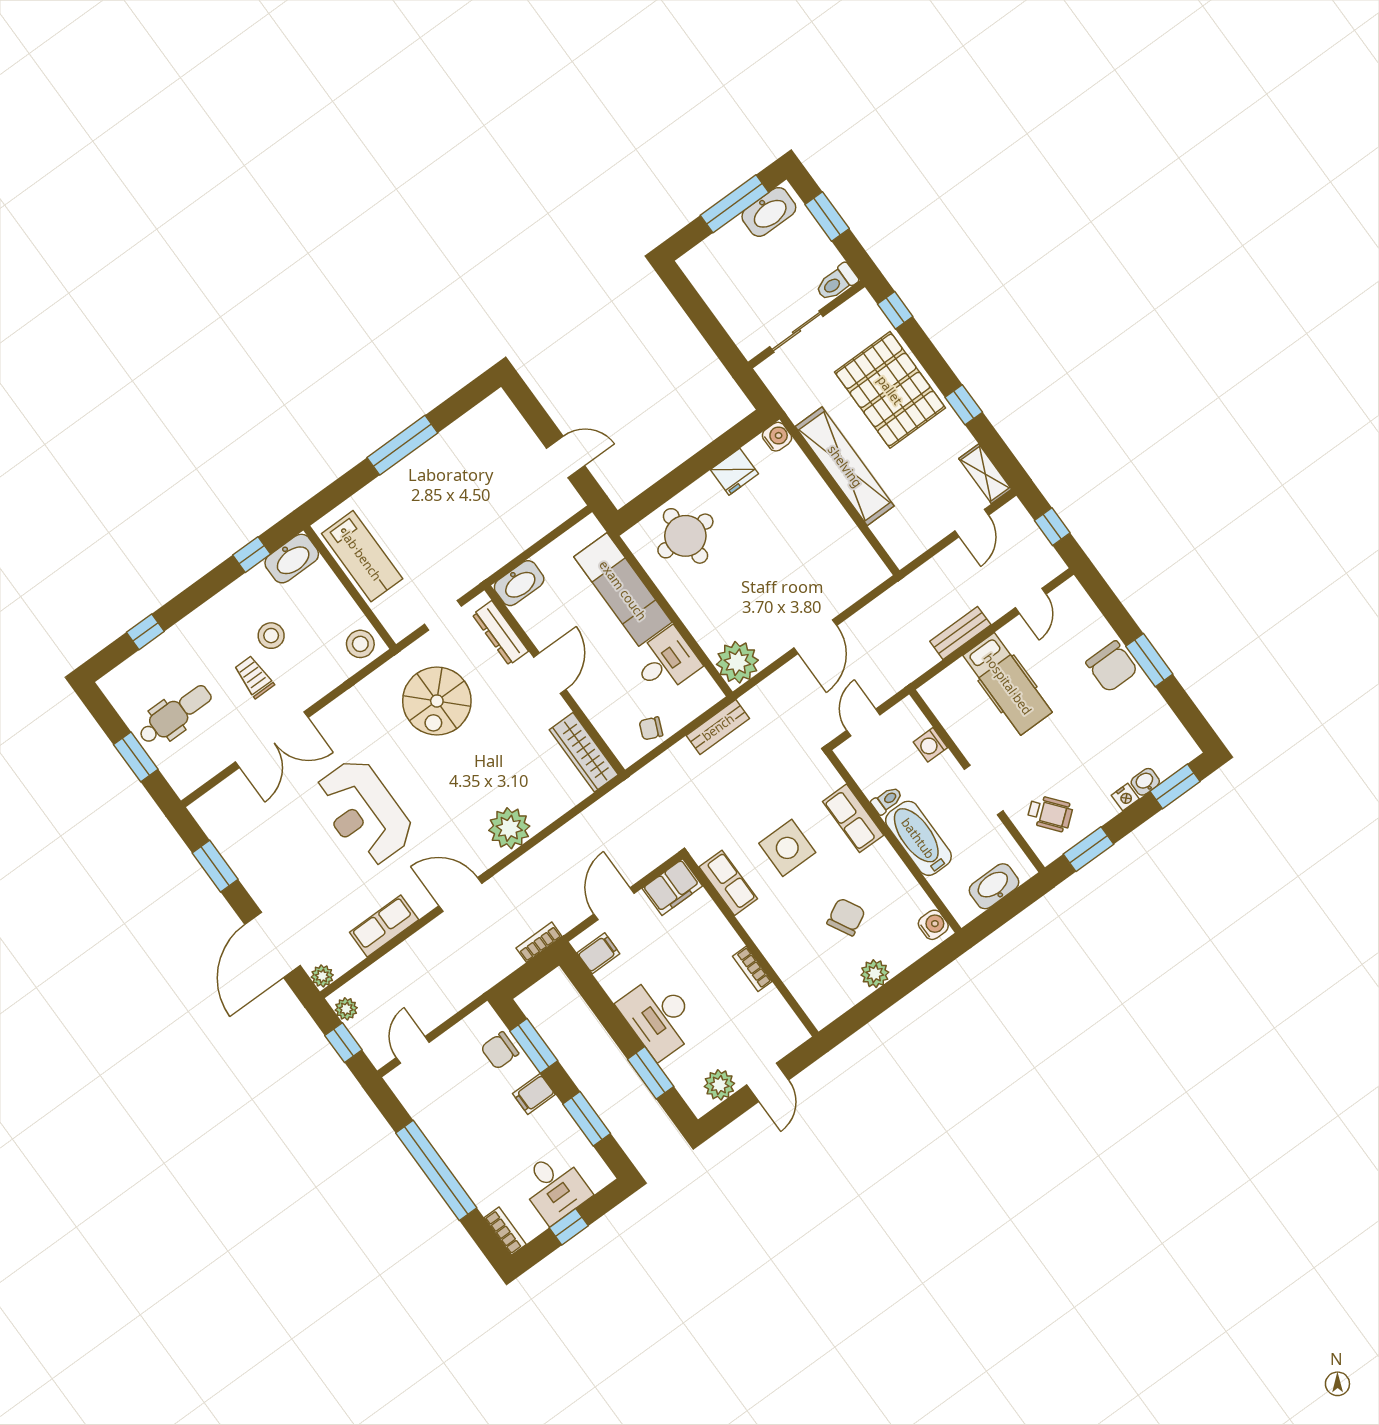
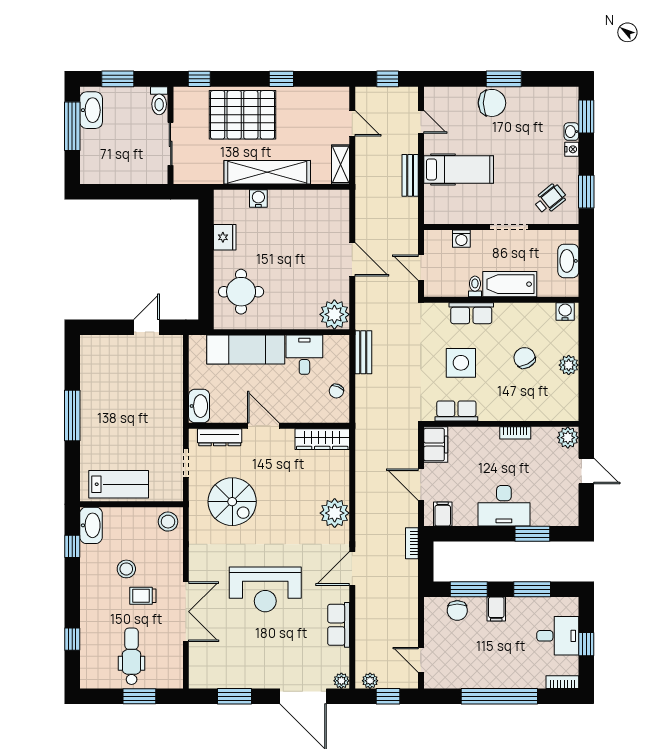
water cooler: (777, 437) -> (258, 199), moved
shelving: (985, 474) -> (340, 164), moved, turned 90
plant: (719, 1085) -> (568, 438), moved

